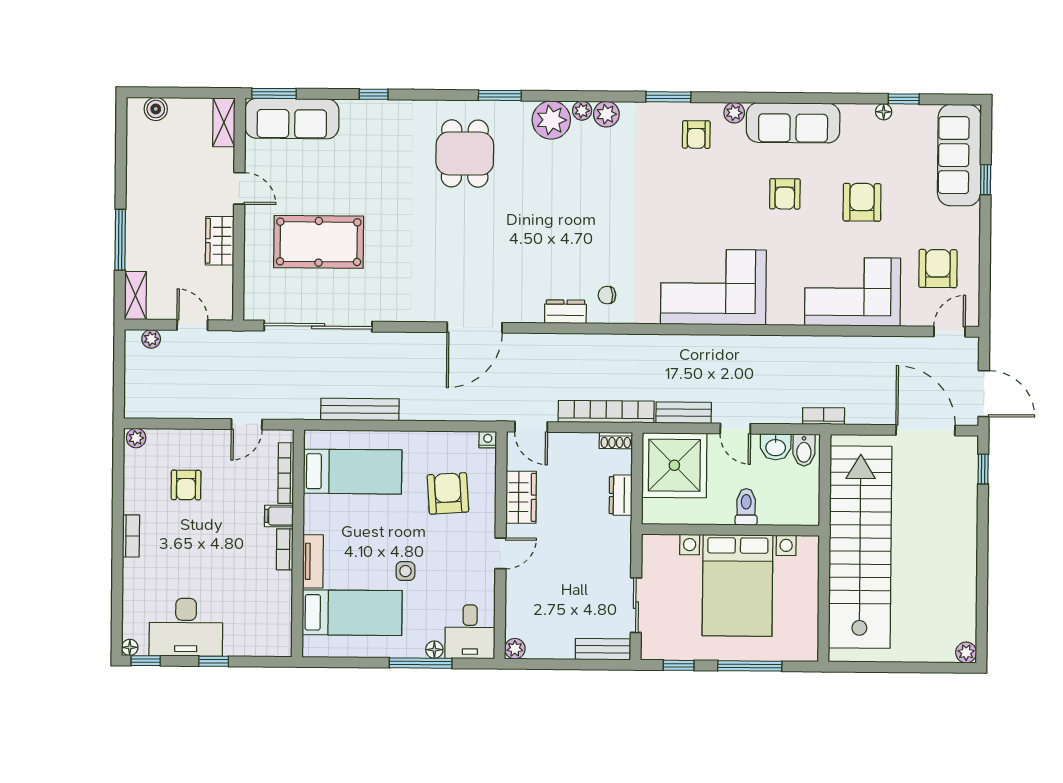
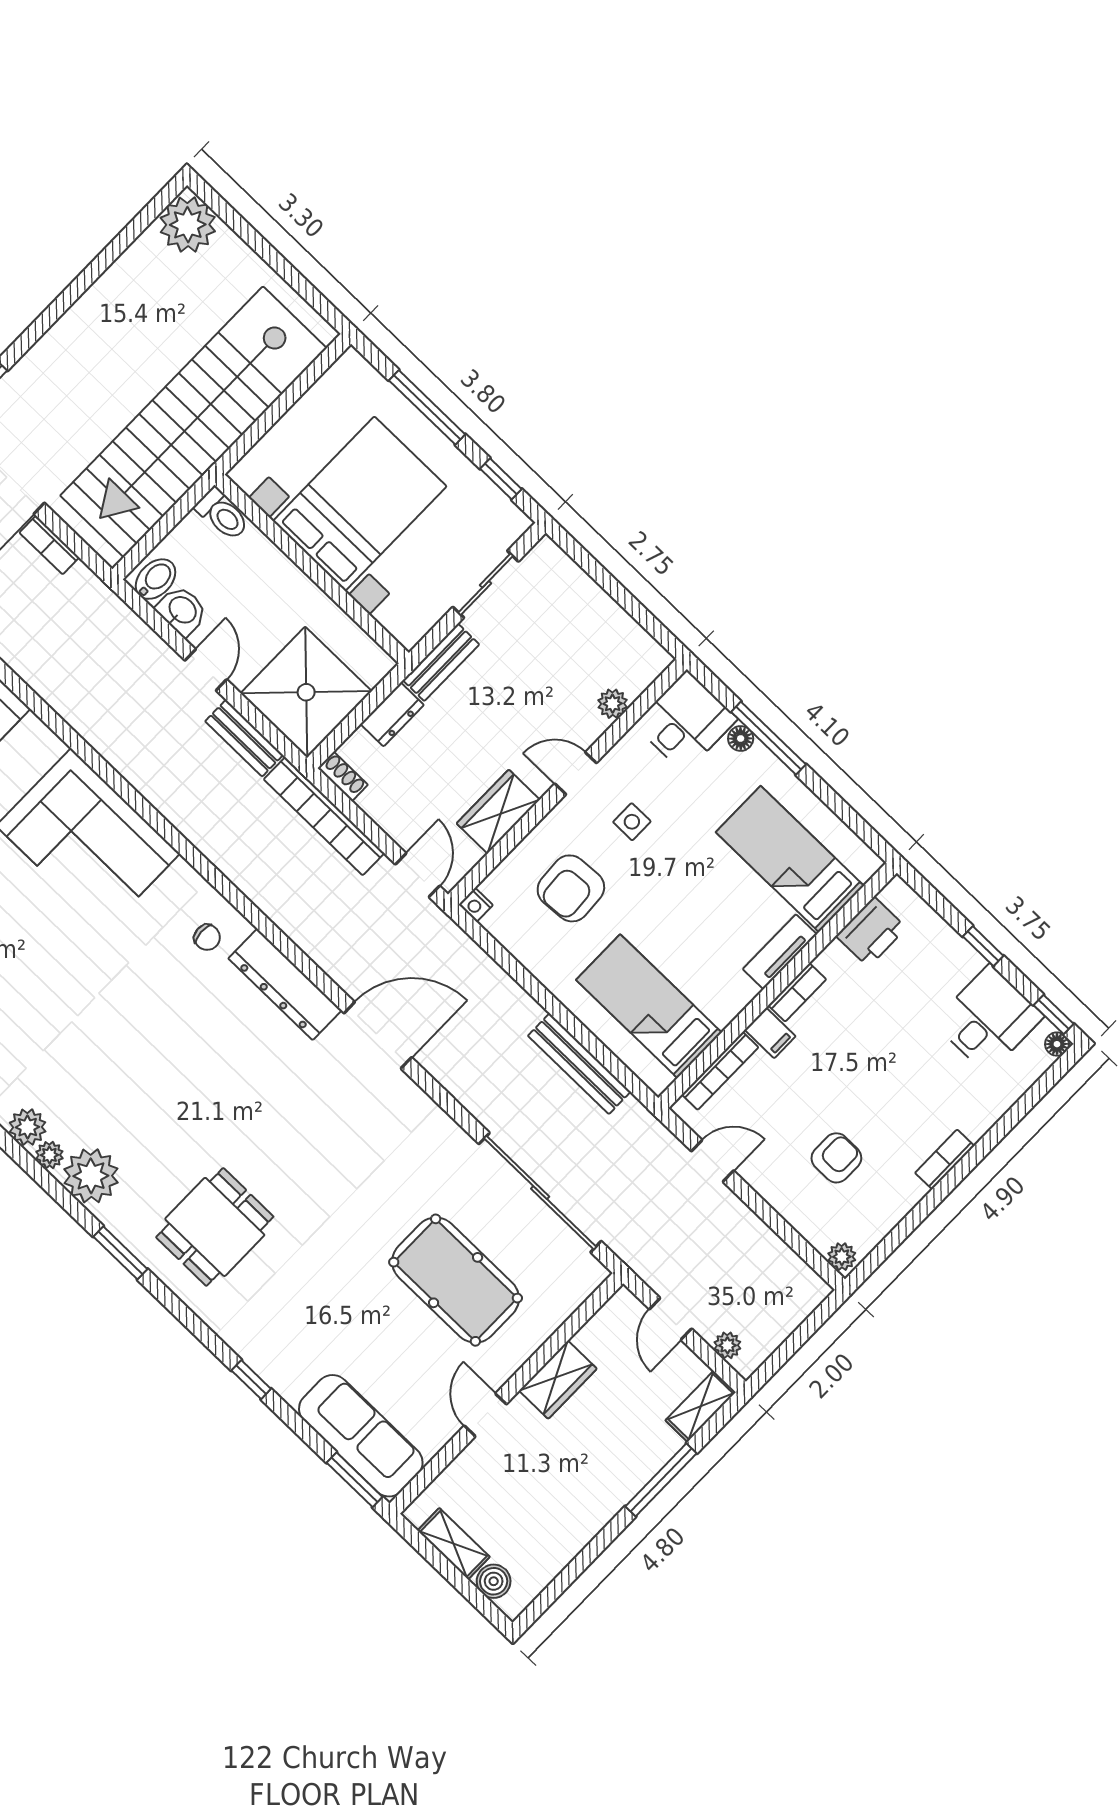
shelving: (224, 122) -> (454, 1544), moved, turned 90
dresser: (565, 312) -> (285, 984), width x1.96, depth x1.24
bookcase: (824, 416) -> (49, 545), moved
toilet: (746, 507) -> (222, 514), moved, turned -90
side table: (405, 571) -> (632, 822), moved
printer: (277, 615) -> (871, 932), added
desk: (186, 627) -> (989, 1019), width x0.73
plant: (515, 649) -> (613, 704), moved
bench: (603, 649) -> (441, 662), moved, turned 90
plant: (966, 652) -> (188, 225), width x1.87, depth x1.87

